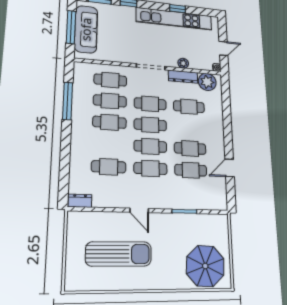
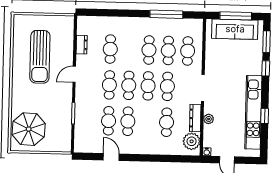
dresser: (80, 201) -> (82, 45), moved

